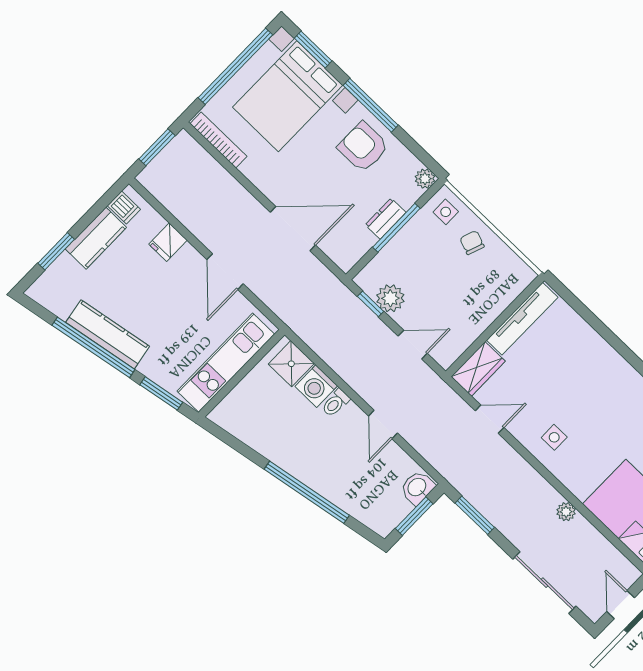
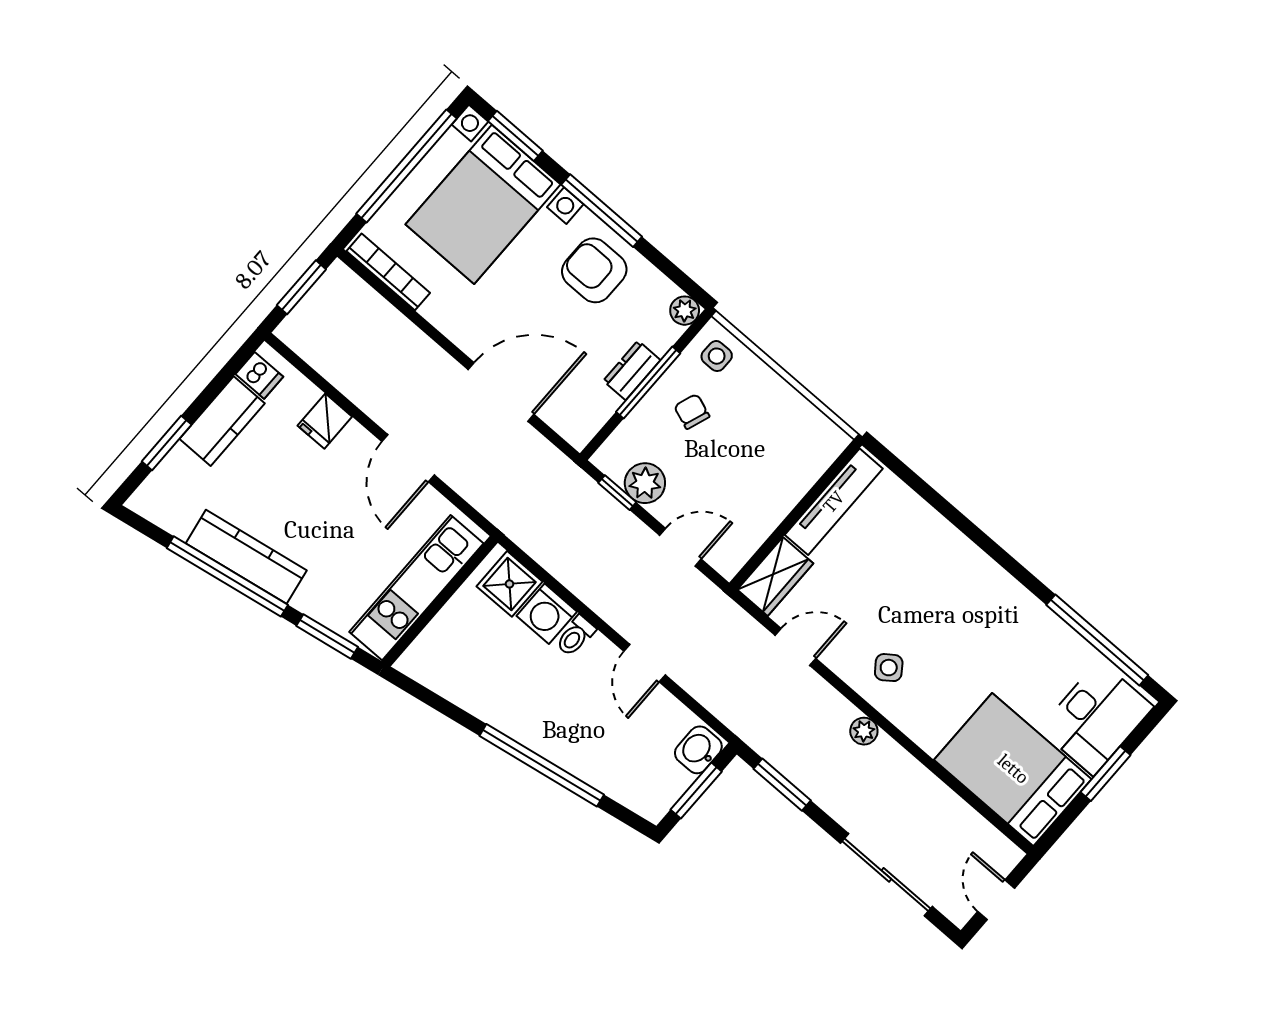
chair: (472, 243) -> (692, 411), moved
side table: (554, 437) -> (889, 668), turned -36
plant: (566, 512) -> (864, 731), moved

